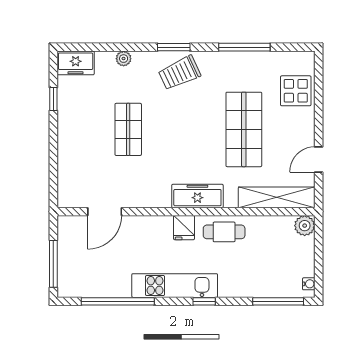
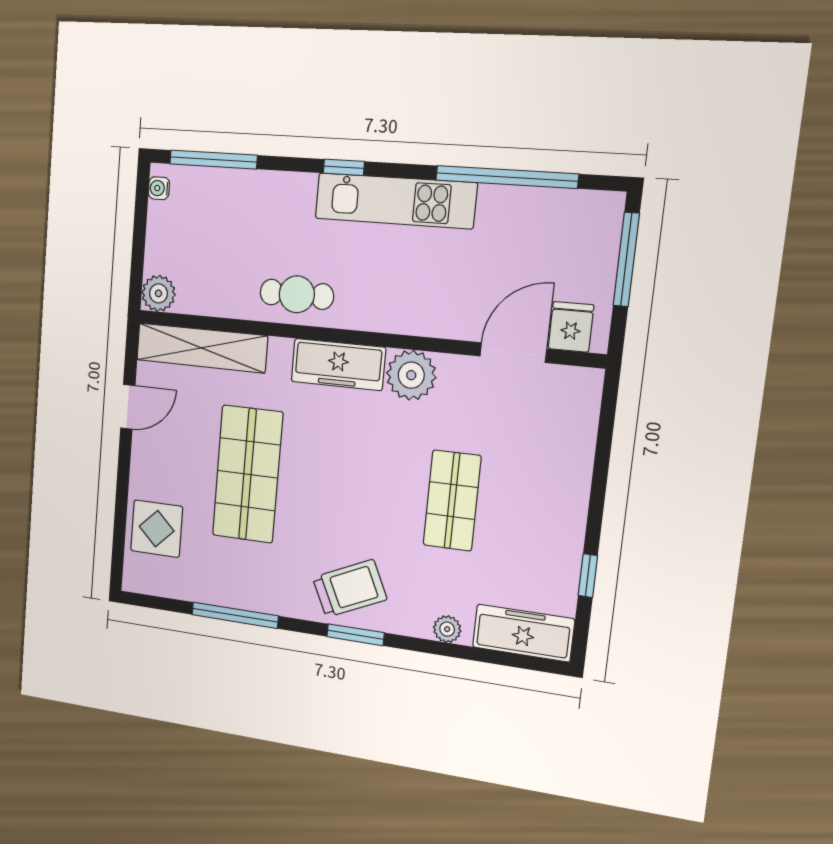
freezer: (76, 63) -> (523, 633), width x1.40
plant: (157, 194) -> (411, 375), added
fridge: (184, 228) -> (571, 327), moved

